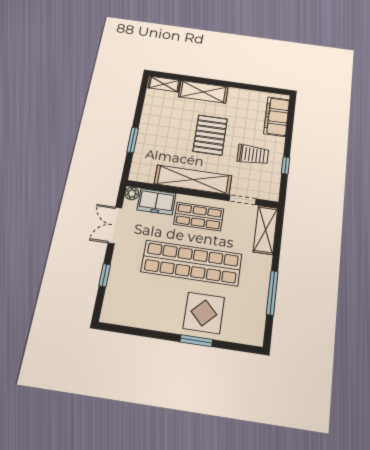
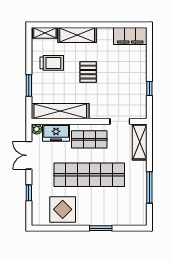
filing cabinet: (277, 117) -> (130, 36), moved, turned -90
pallet: (210, 135) -> (88, 72), width x0.67, depth x0.71
trolley: (253, 155) -> (52, 63), moved
shelving: (193, 180) -> (60, 111), moved
display table: (204, 313) -> (63, 209), moved

